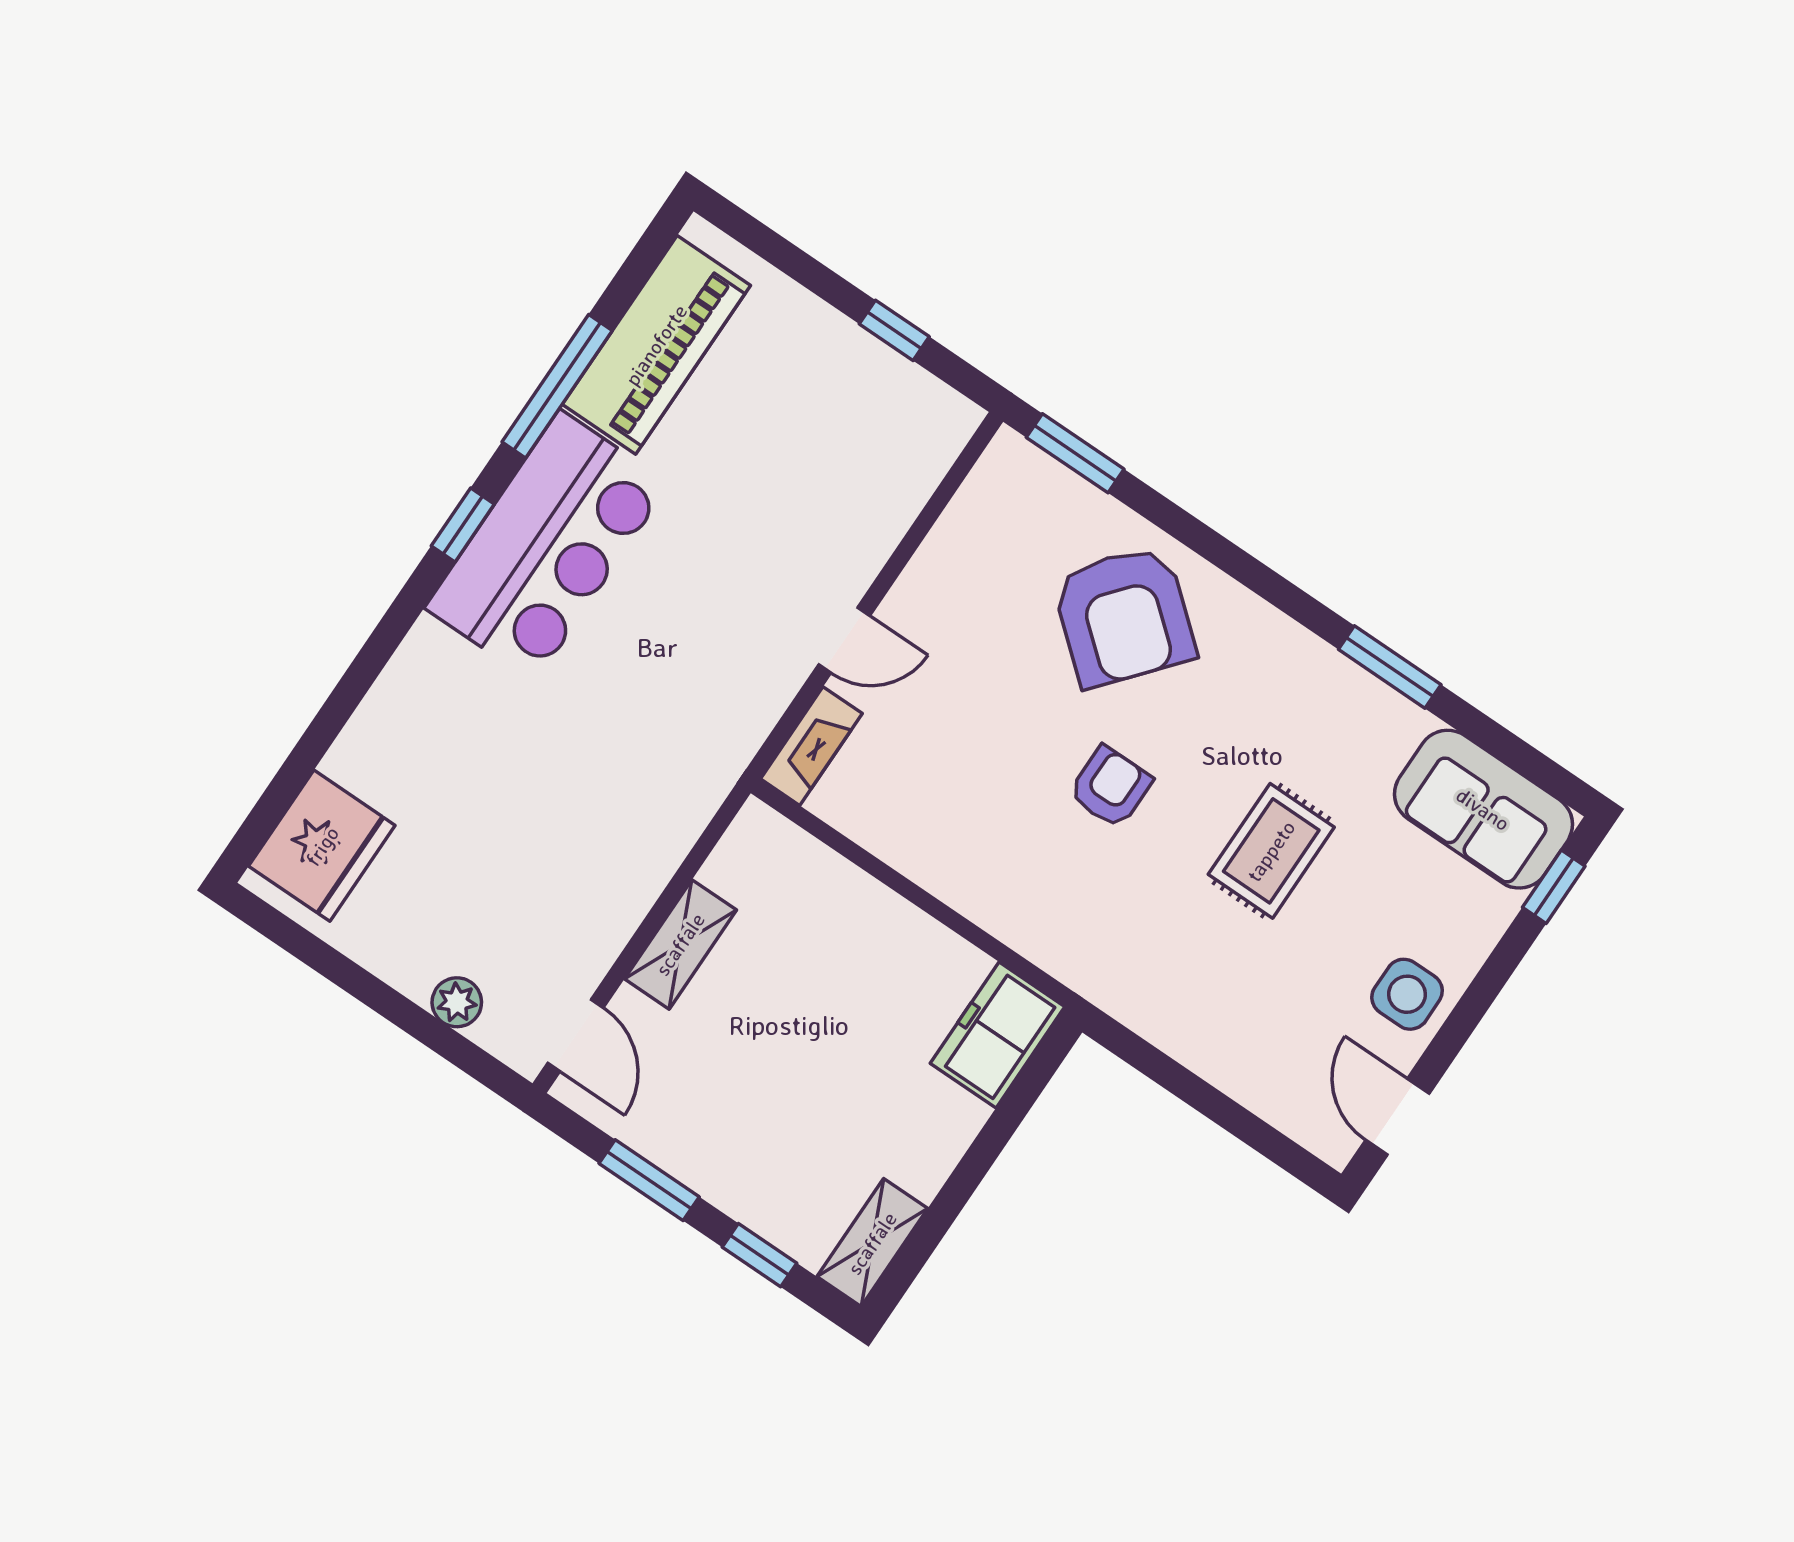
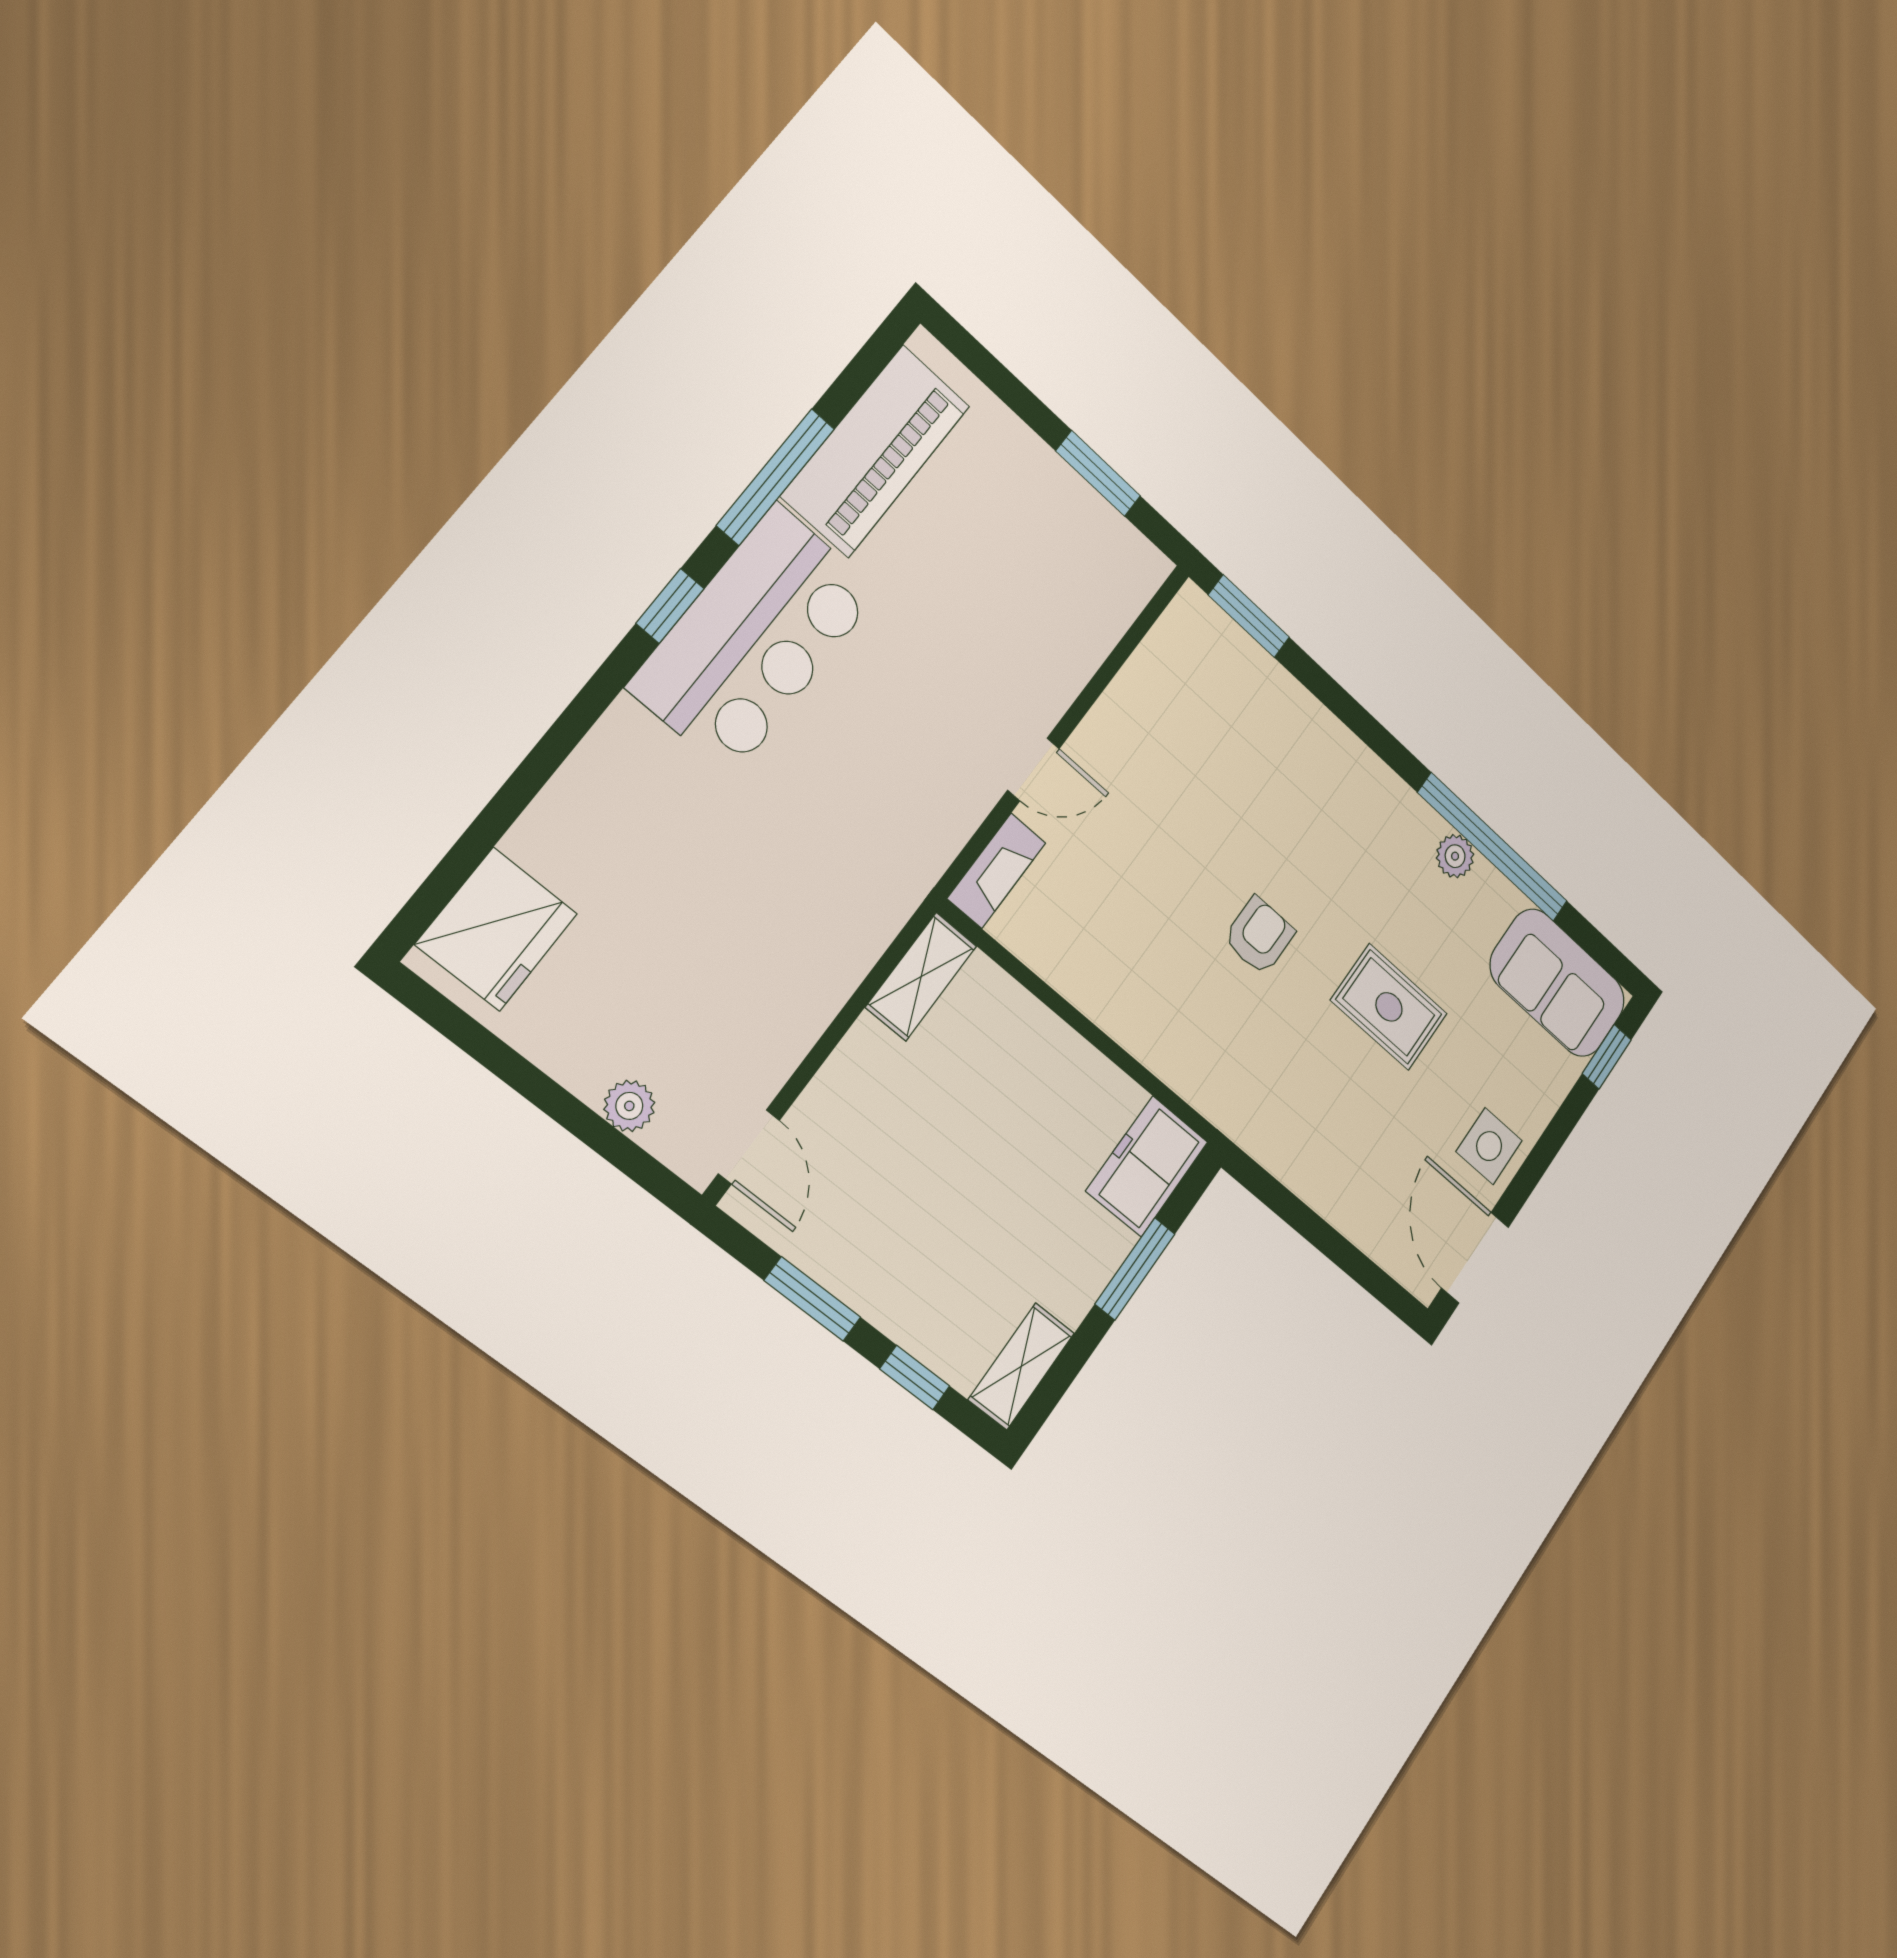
window: (894, 330) -> (1098, 474), width x1.50
armchair: (1124, 616) -> (1281, 775), removed
window: (1390, 667) -> (1493, 847), width x2.11
plant: (1342, 681) -> (1455, 856), added
rug: (1271, 851) -> (1389, 1007), turned 90
shelving: (680, 944) -> (921, 977), moved
door: (1397, 1117) -> (1475, 1258), width x1.38
window: (991, 1141) -> (1135, 1269), added

